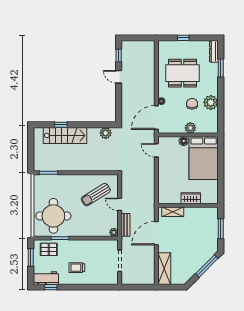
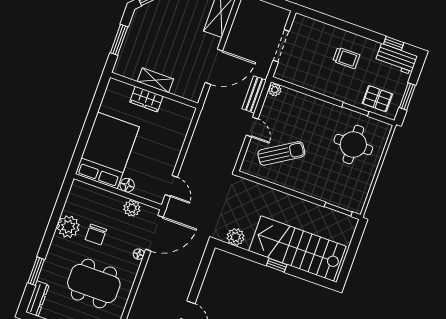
window: (61, 125) -> (277, 265), moved
plant: (190, 128) -> (132, 208), moved
stairs: (65, 135) -> (297, 248), width x1.36, depth x1.51
shelving: (173, 212) -> (155, 80), moved
round table: (53, 216) -> (353, 144), width x0.73, depth x0.73

